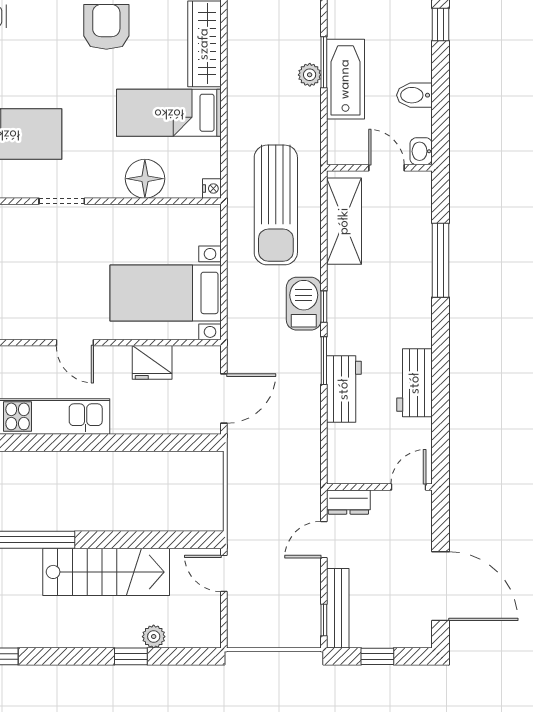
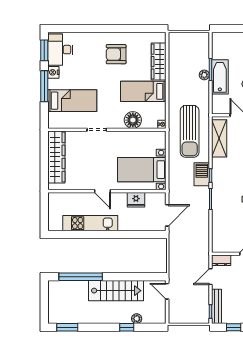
armchair: (106, 27) -> (116, 54), turned -90
workbench: (344, 389) -> (219, 211), removed

